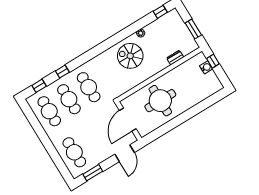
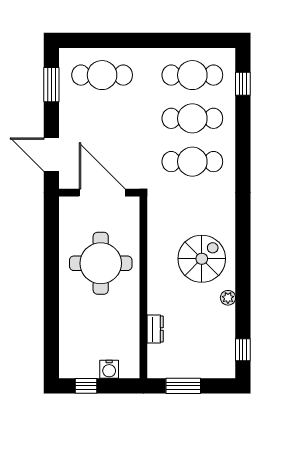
window: (213, 61) -> (86, 386), moved
window: (62, 72) -> (243, 135), removed

